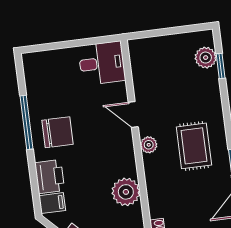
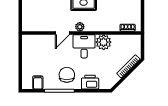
desk: (102, 63) -> (84, 46), moved
filing cabinet: (52, 203) -> (38, 82), moved

